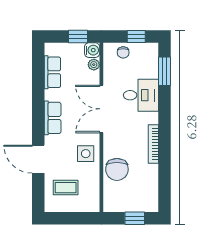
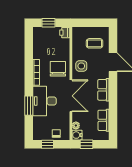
window: (164, 71) -> (29, 106), moved
desk: (141, 95) -> (44, 101), width x1.37
chair: (117, 169) -> (58, 69), moved
printer: (110, 204) -> (65, 33), added

